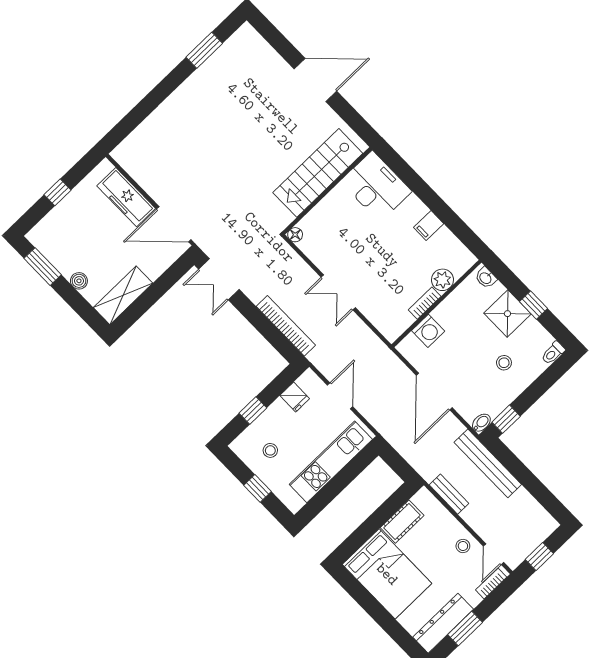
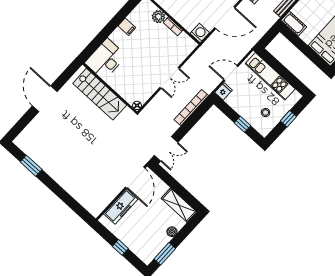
washing machine: (428, 331) -> (200, 33), moved
fridge: (295, 397) -> (224, 91), moved
cot: (402, 522) -> (294, 24), moved

